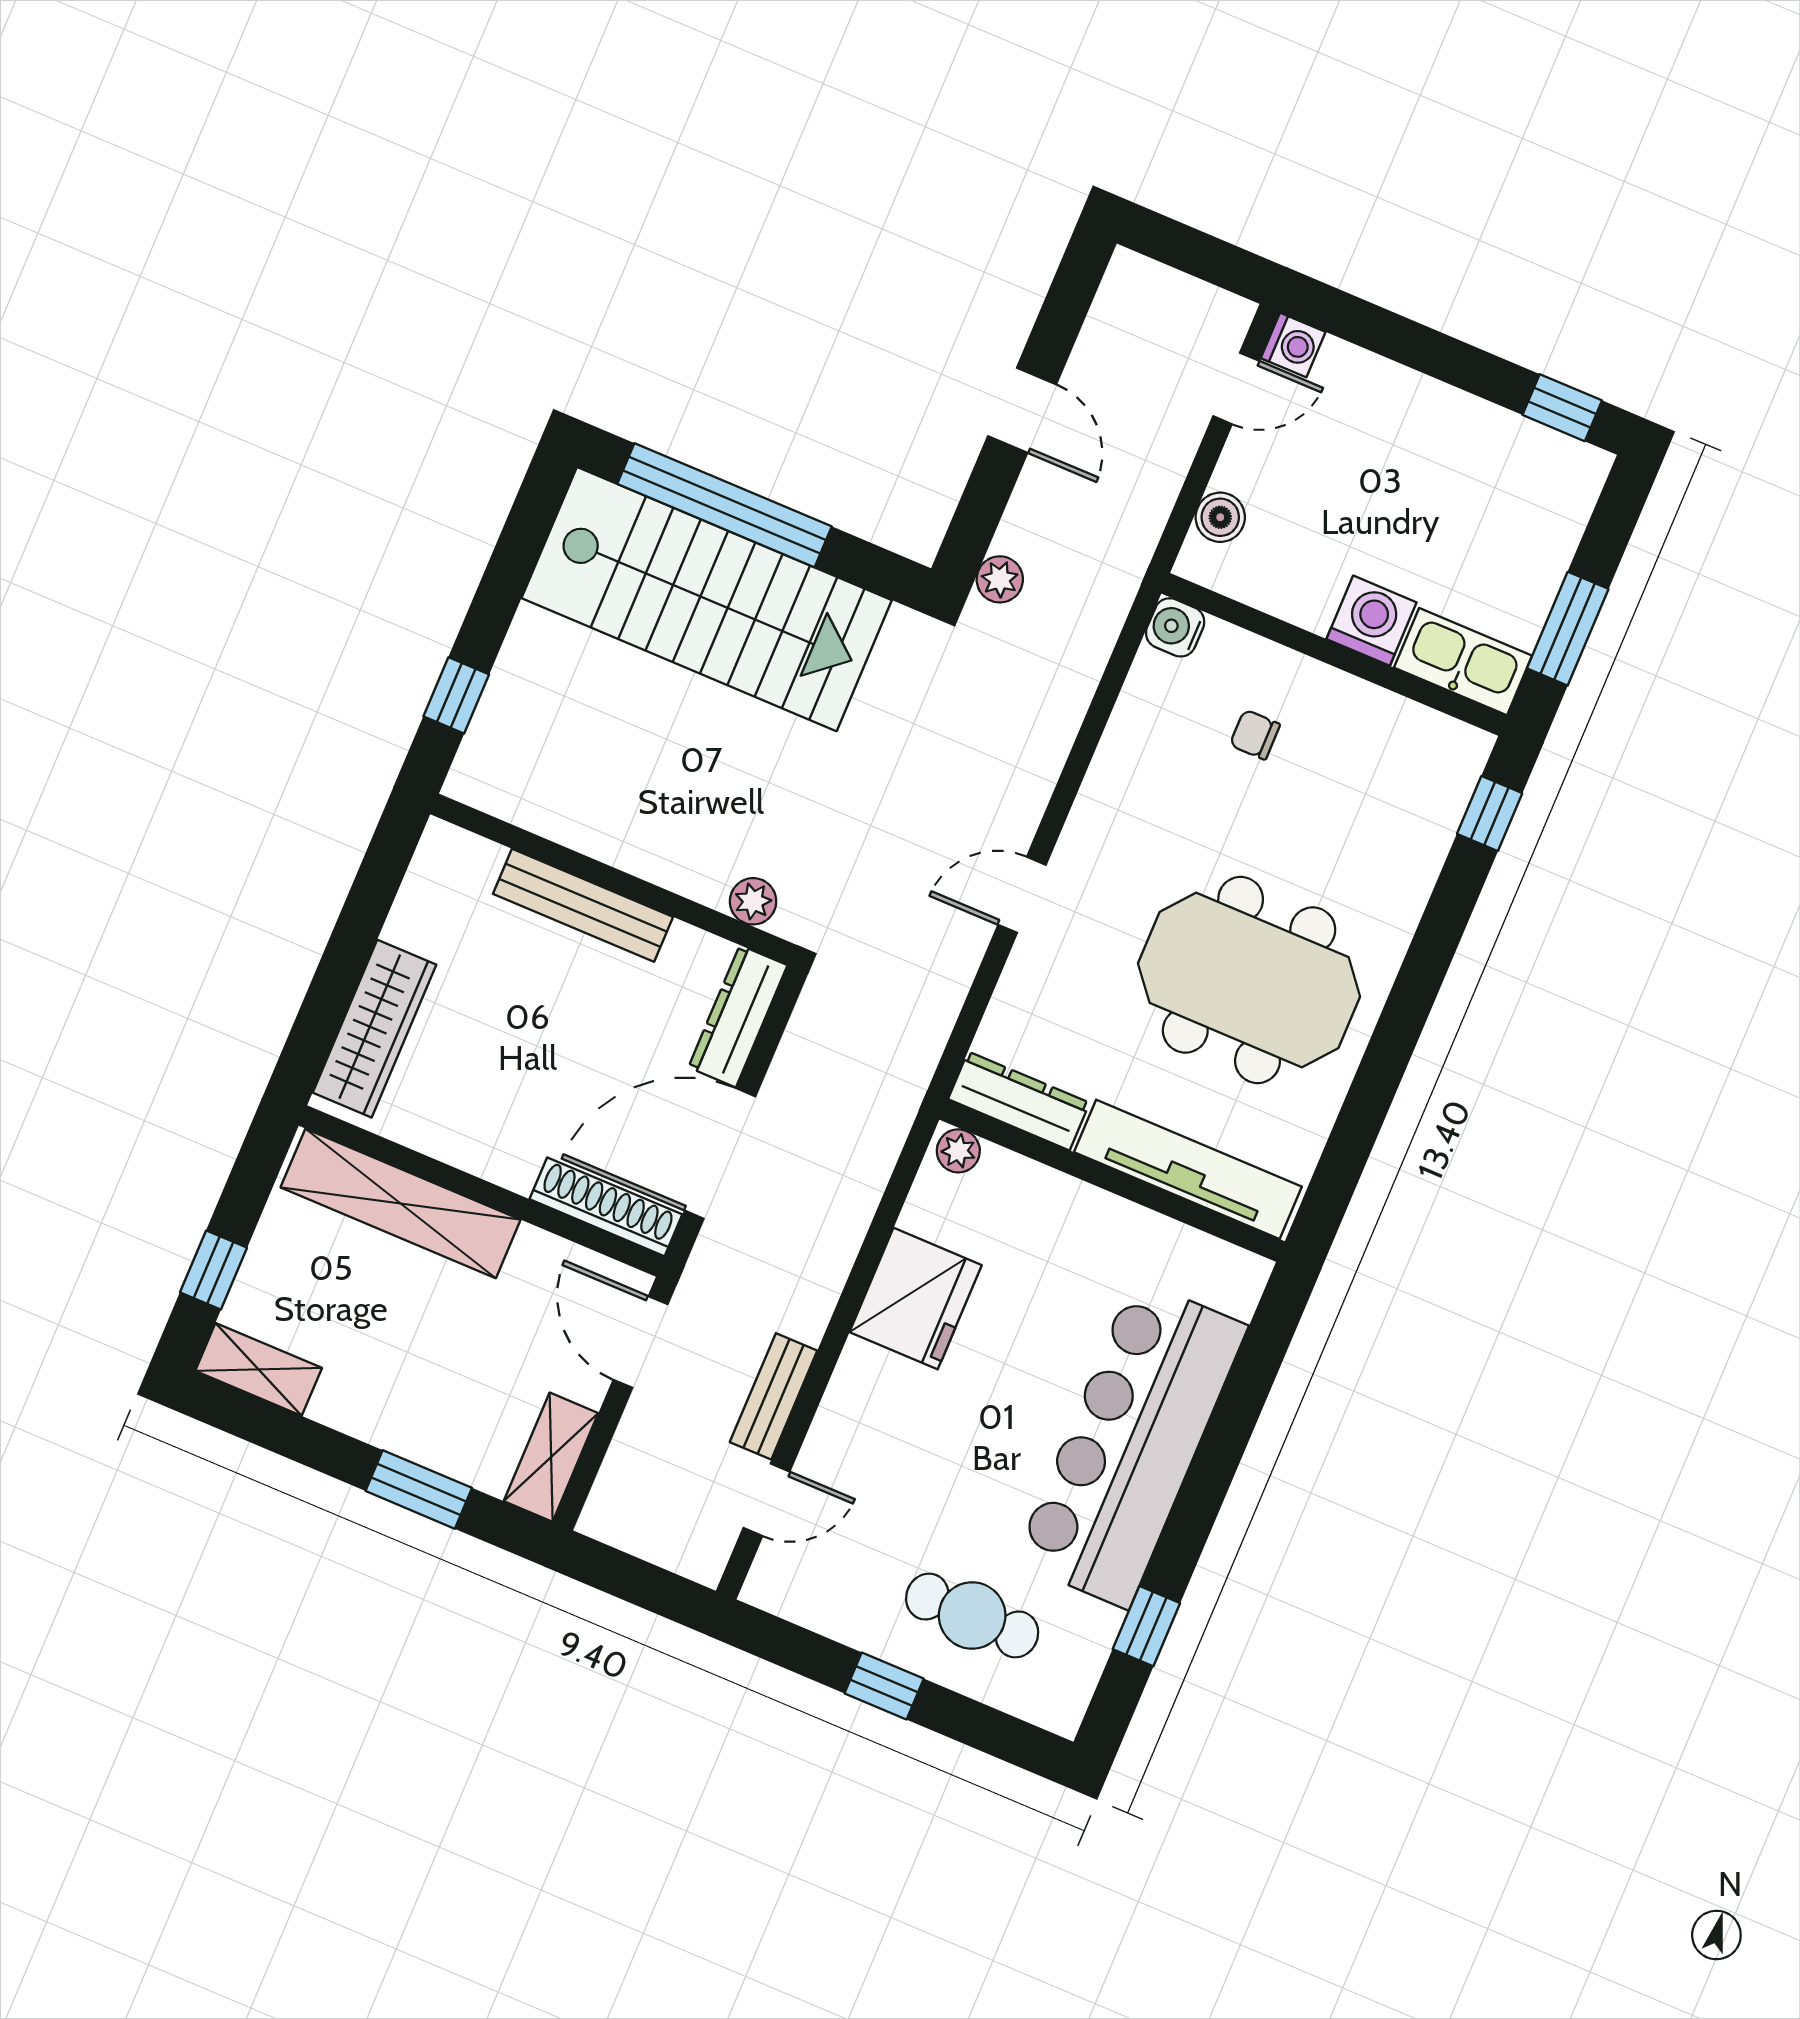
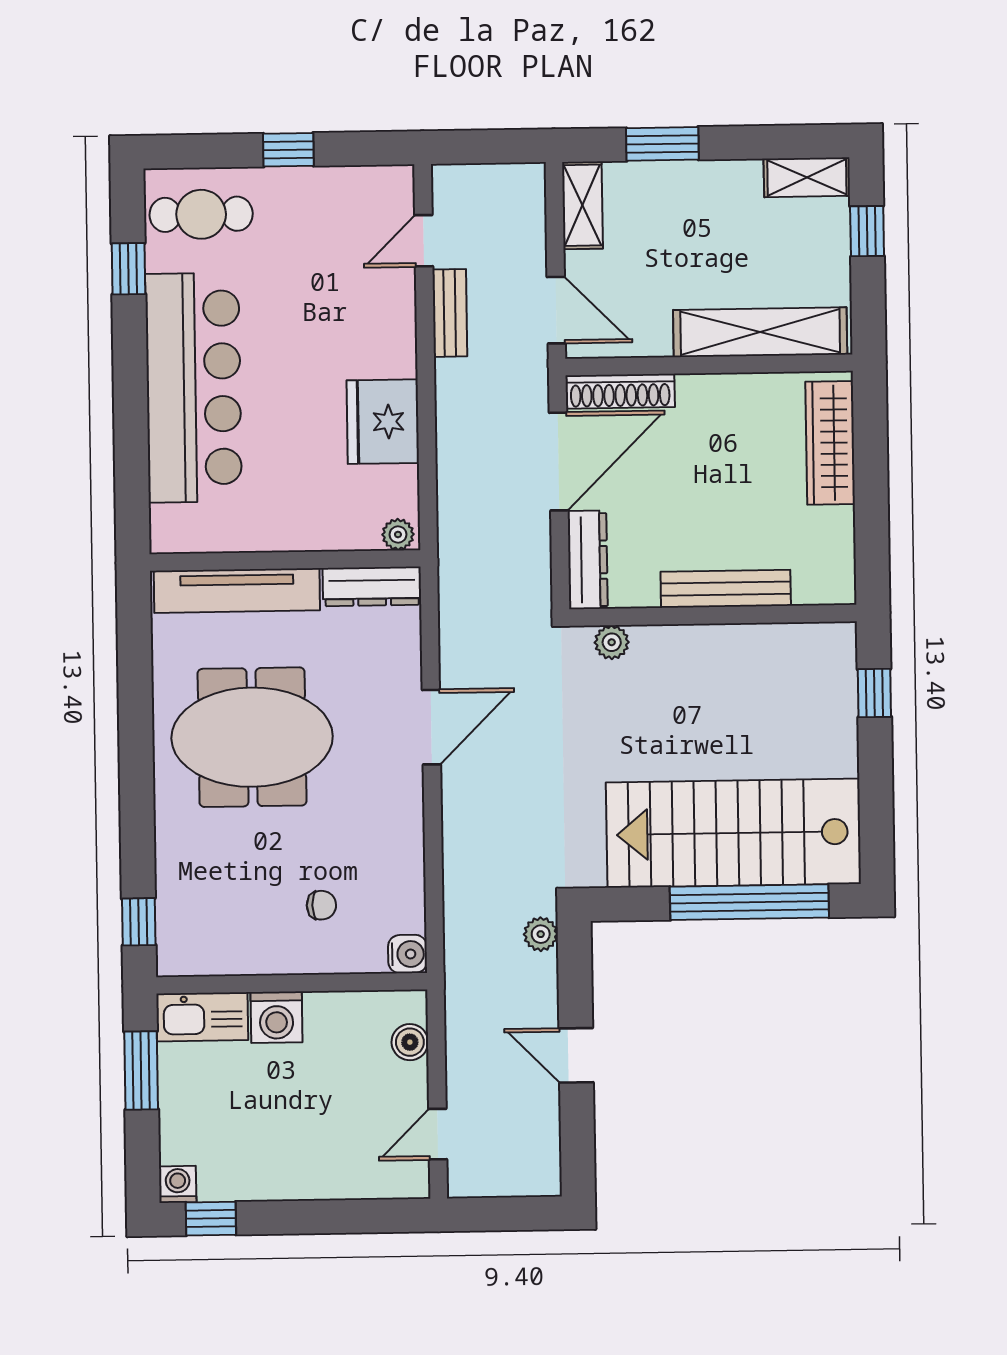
washing machine: (1293, 345) -> (178, 1184), moved, turned 90
door: (1022, 895) -> (431, 727), width x1.38
cafe table: (972, 1616) -> (201, 214), moved

